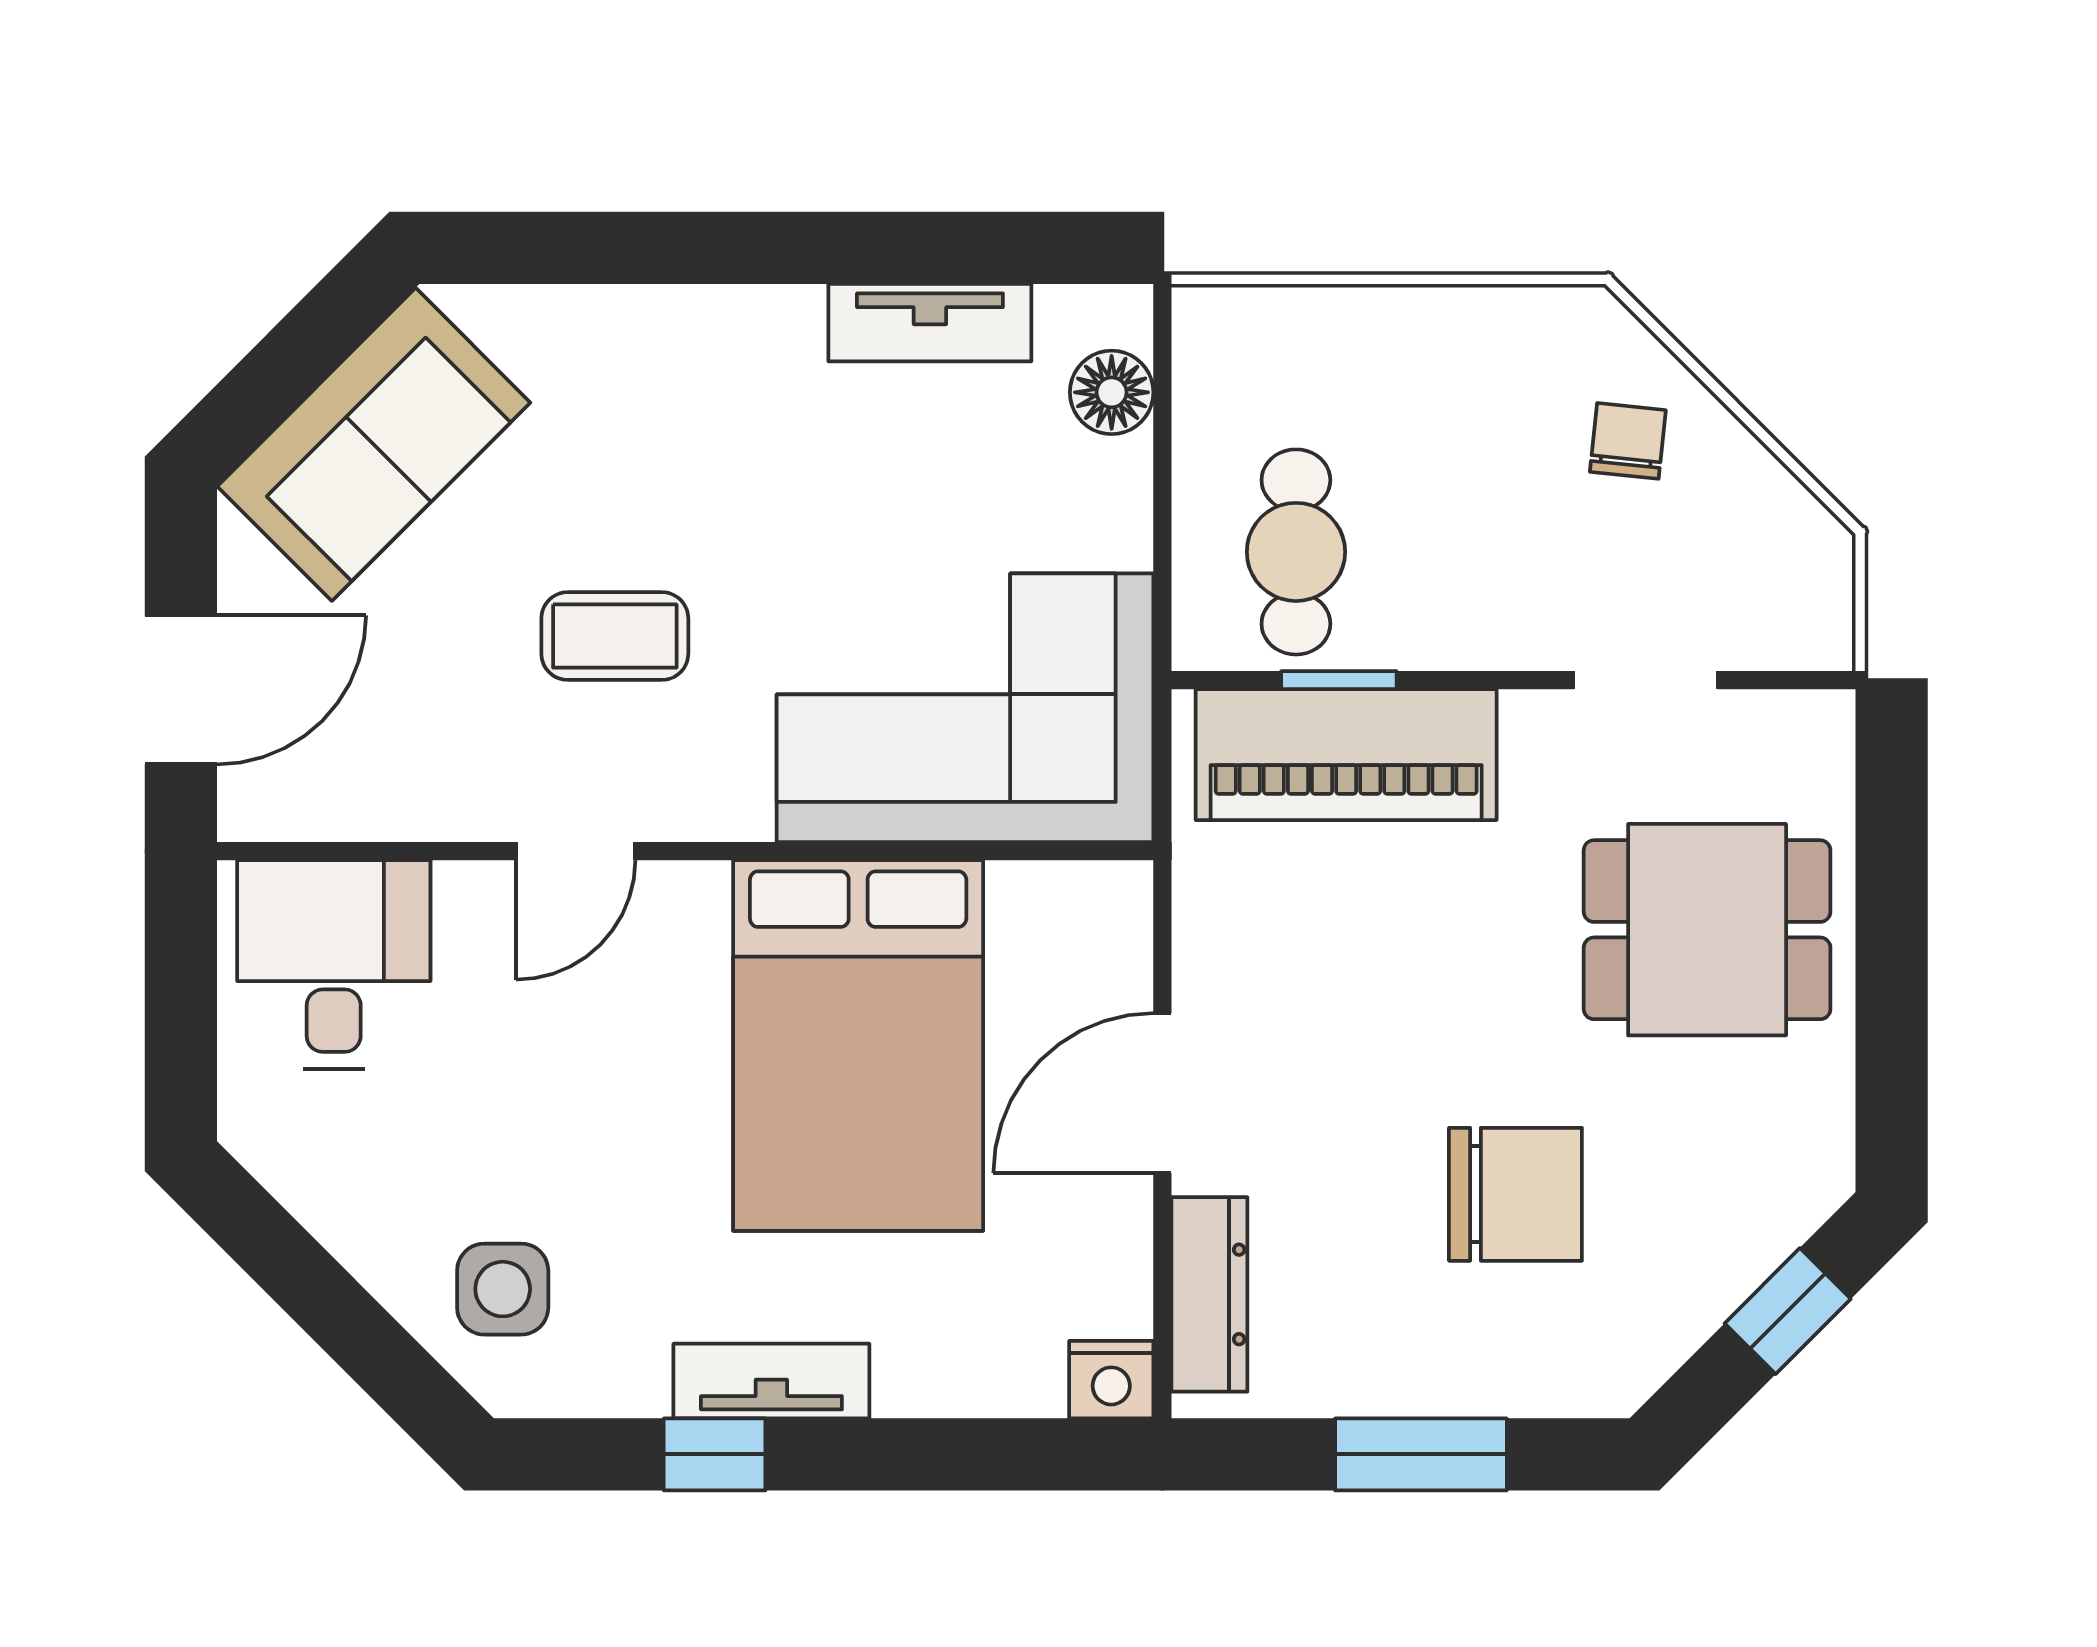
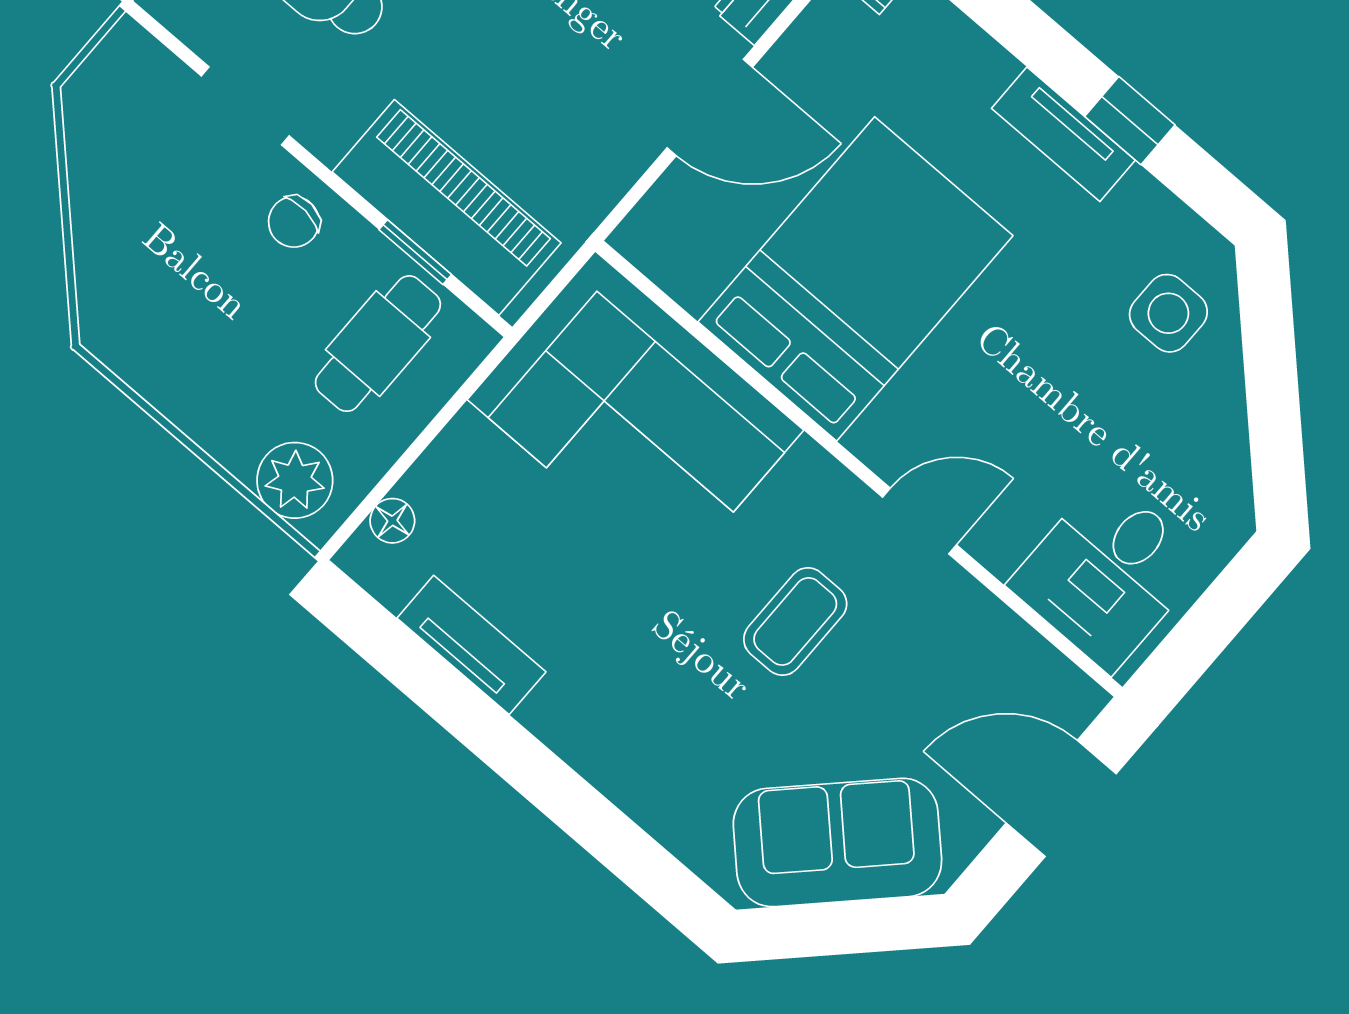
plant: (1260, 336) -> (295, 480), added
floor lamp: (1112, 392) -> (392, 521), width x0.73, depth x0.73
chair: (1628, 441) -> (294, 222), moved
coffee table: (615, 636) -> (795, 621), turned 90

